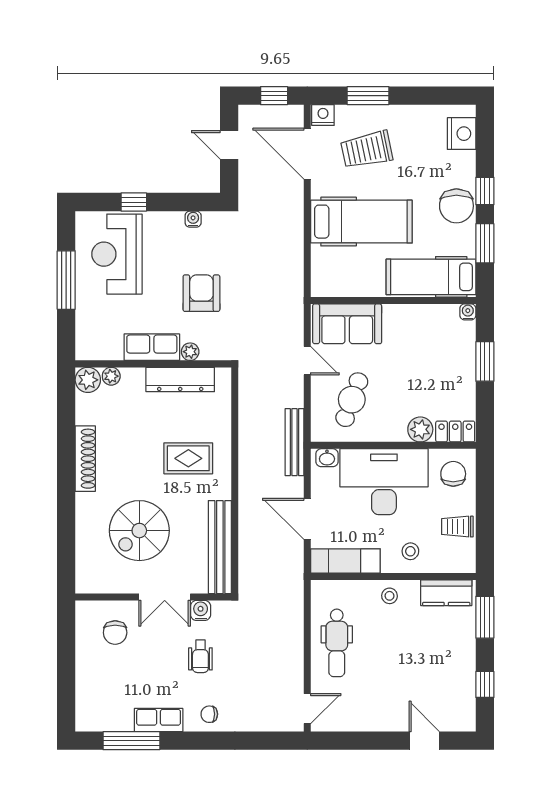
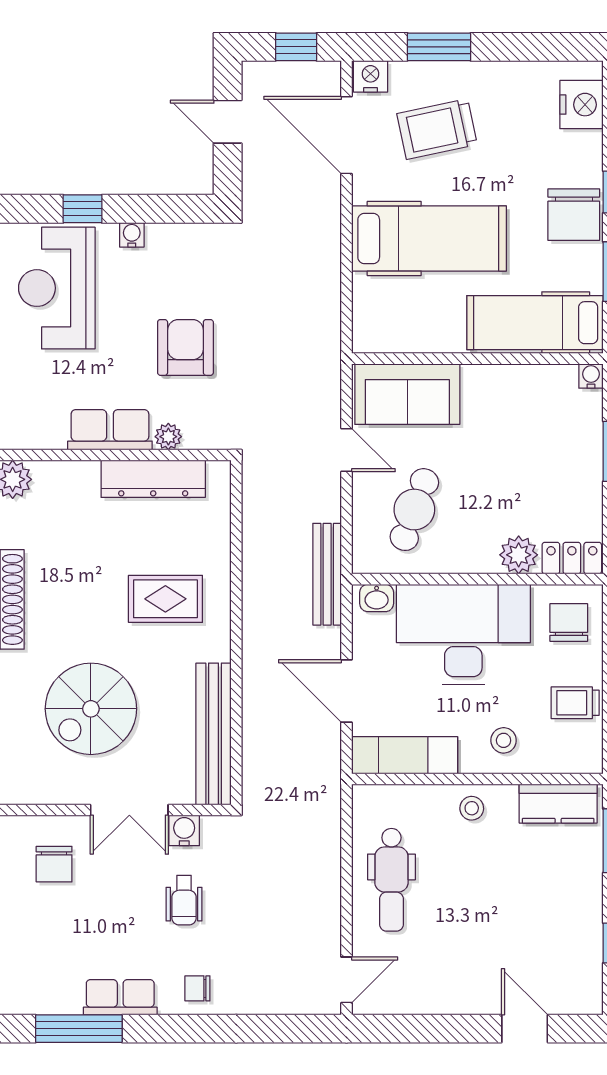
water cooler: (193, 219) -> (132, 235), moved
plant: (111, 376) -> (48, 474), removed

